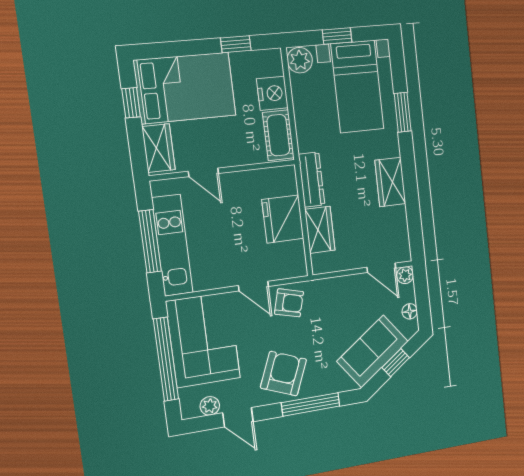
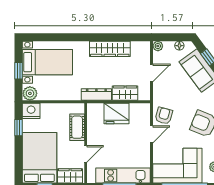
nightstand: (272, 93) -> (31, 111), moved
window: (403, 112) -> (64, 37), removed
cot: (278, 135) -> (77, 127), moved, turned 90
wardrobe: (390, 182) -> (110, 49), width x1.50
door: (381, 268) -> (152, 73), moved

